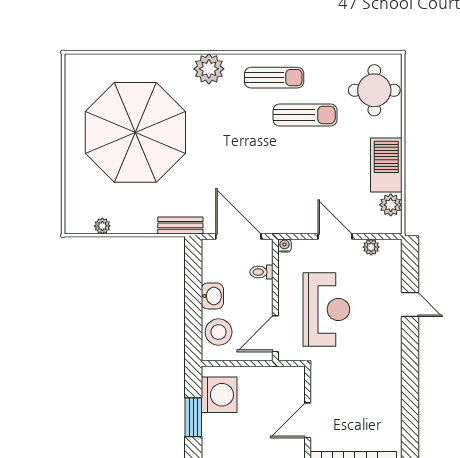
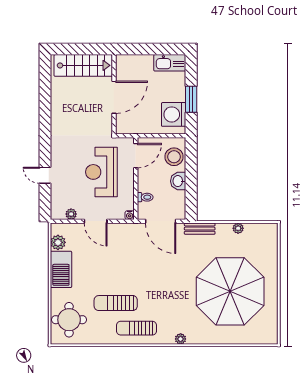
plant: (209, 69) -> (181, 339), width x0.53, depth x0.53
plant: (102, 226) -> (238, 228), moved
door: (308, 420) -> (114, 97), width x1.36

